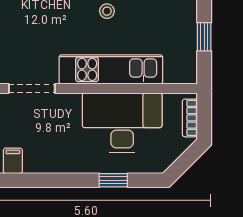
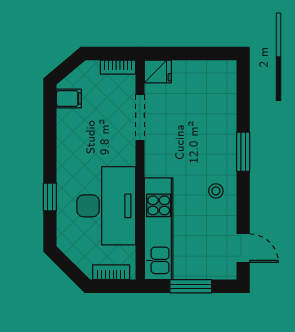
window: (204, 37) -> (191, 286), width x1.50
kitchen unit: (111, 69) -> (159, 229), moved

